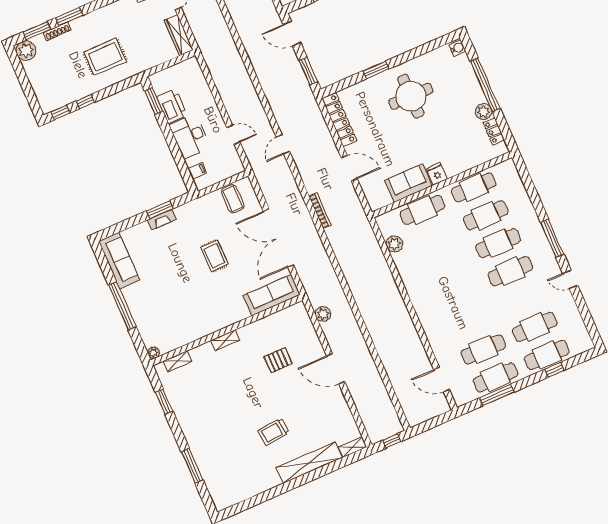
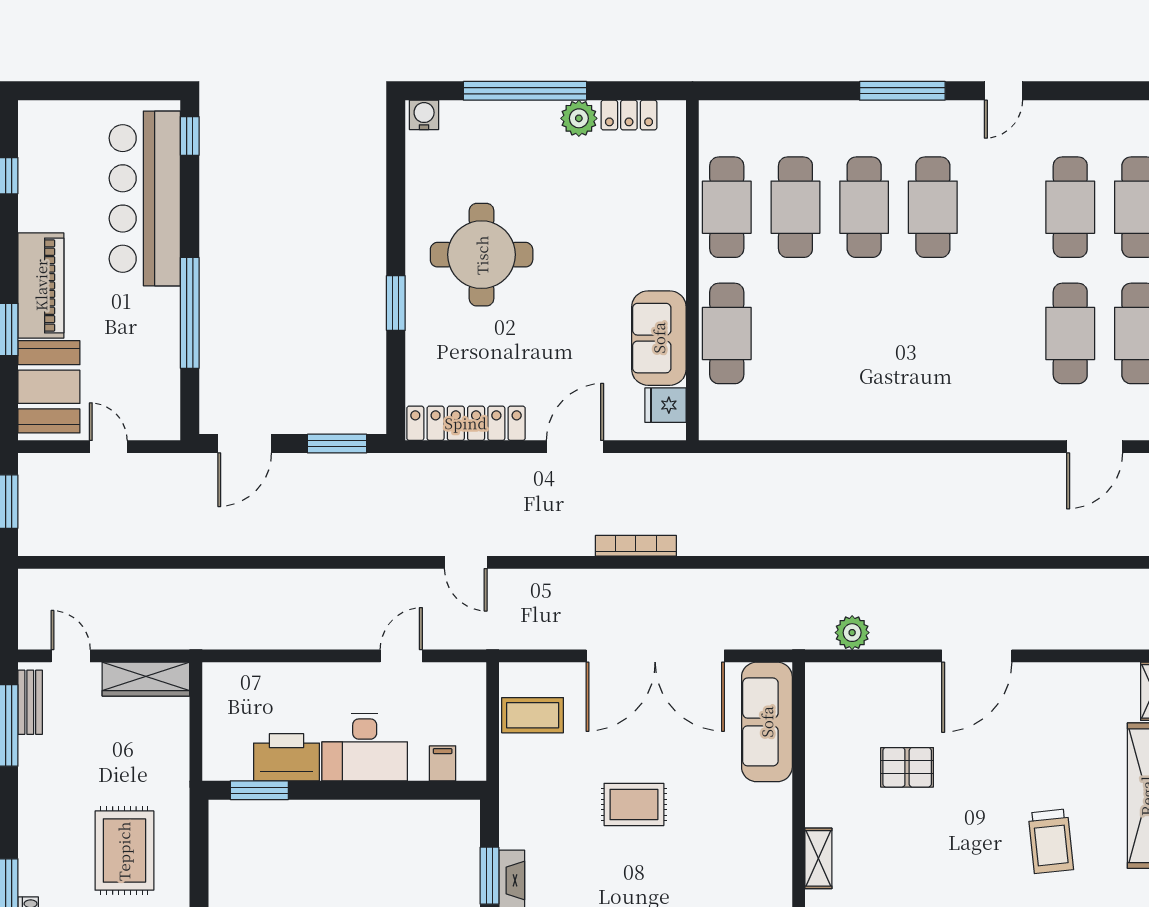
fridge: (437, 174) -> (666, 405), moved
plant: (394, 244) -> (772, 422), removed
pallet: (278, 360) -> (907, 767), turned 90

